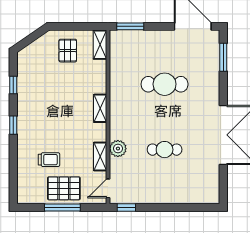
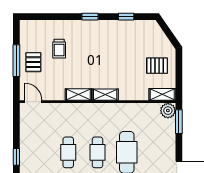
cafe table: (165, 117) -> (98, 152), added
plant: (118, 149) -> (168, 111), moved
shelving: (100, 156) -> (78, 95), moved
pallet: (64, 188) -> (33, 62), width x0.67, depth x0.71
window: (126, 207) -> (16, 157), moved

